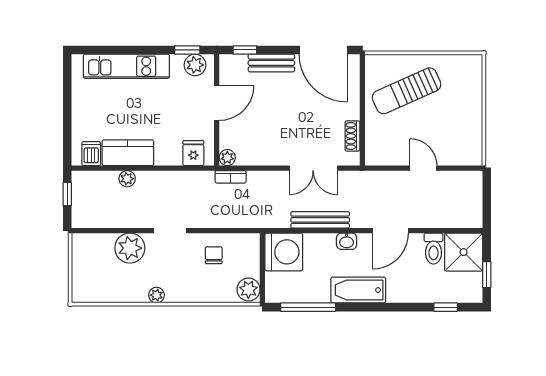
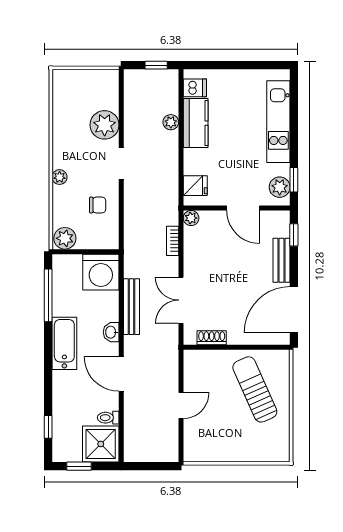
bookcase: (231, 177) -> (173, 241), moved
toilet: (433, 249) -> (108, 418), width x0.73, depth x0.72
plant: (156, 295) -> (60, 177), moved

